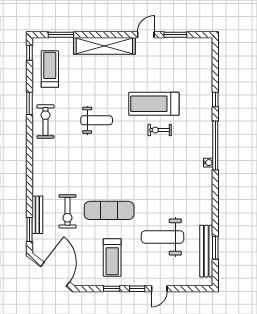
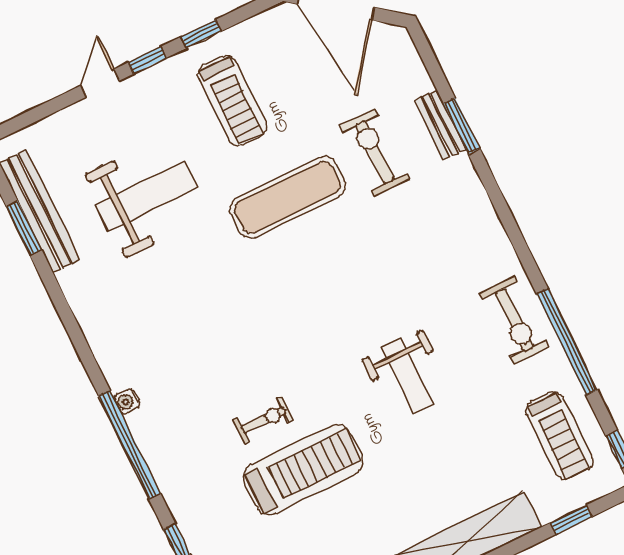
window: (61, 35) -> (571, 520), width x0.67
window: (29, 103) -> (567, 342), width x2.11
weight bench: (97, 120) -> (407, 375), turned -90
bench: (37, 215) -> (440, 125), width x0.73
window: (29, 229) -> (462, 126), moved
treadmill: (112, 257) -> (232, 101), turned 180

